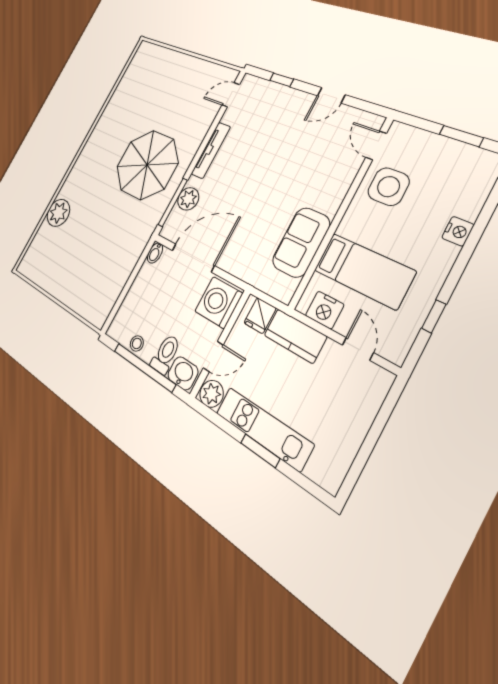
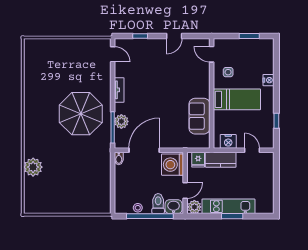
door: (231, 95) -> (113, 54), swing flipped
tv unit: (211, 150) -> (119, 90), width x0.71
side table: (388, 187) -> (228, 72), width x0.54, depth x0.54
bed: (364, 271) -> (237, 99), moved

